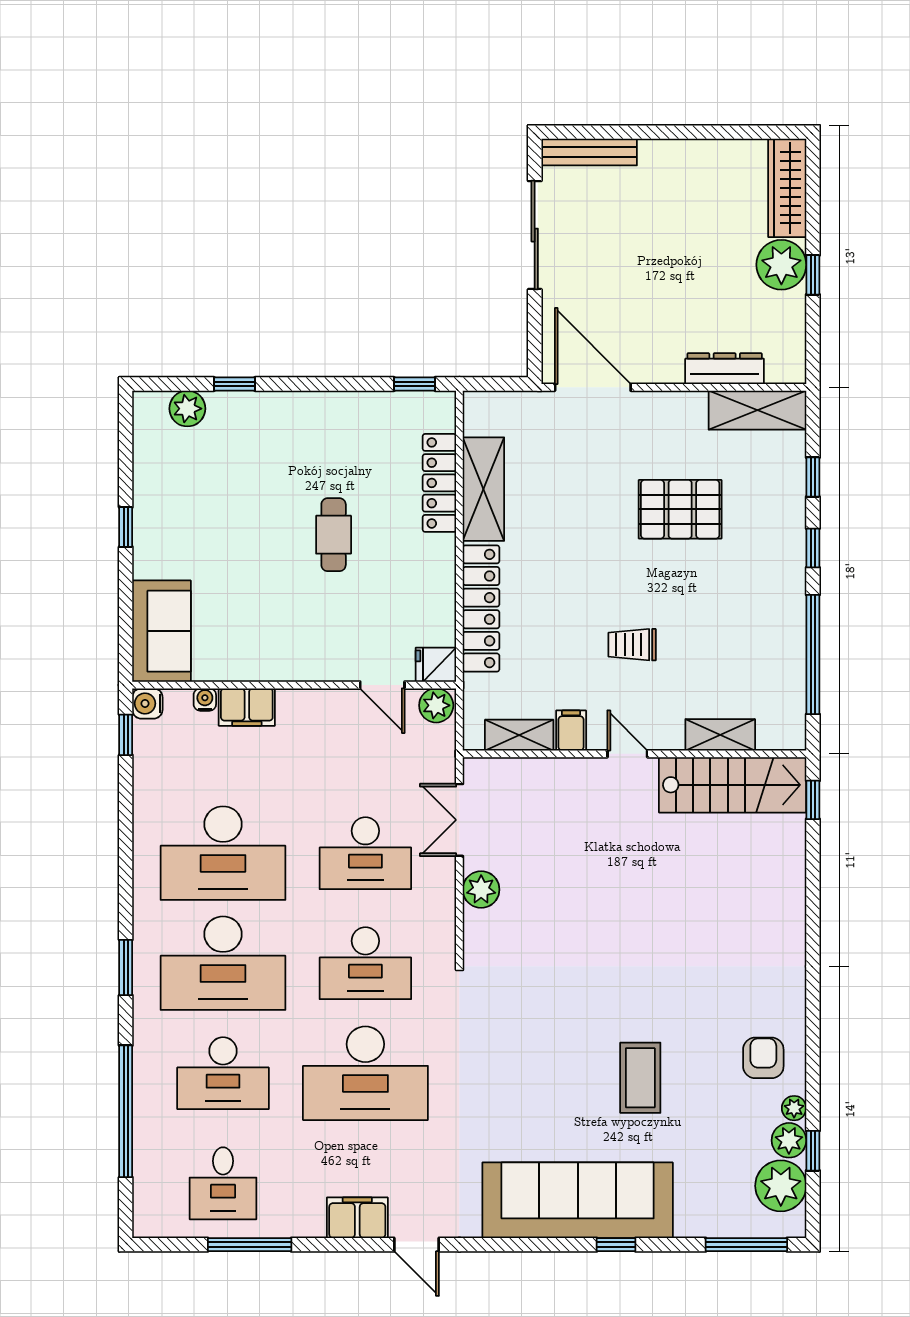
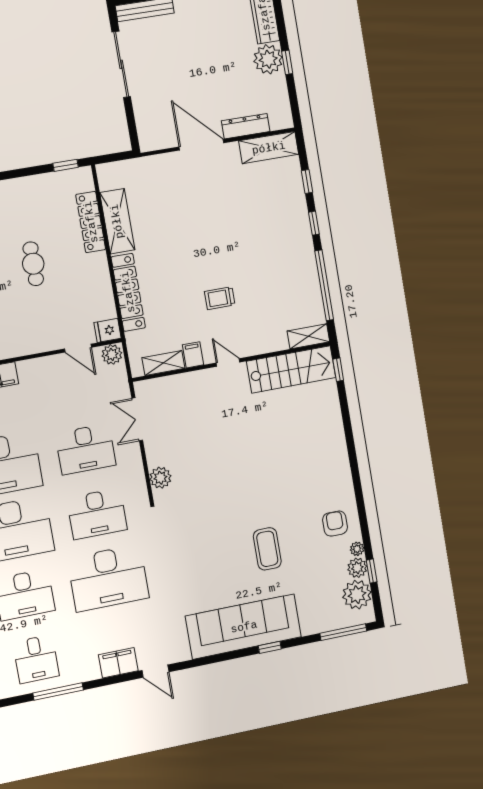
door: (593, 387) -> (201, 145), moved
pallet: (680, 509) -> (234, 214), removed
shelving: (720, 735) -> (308, 336), moved
plant: (481, 890) -> (160, 478), moved

